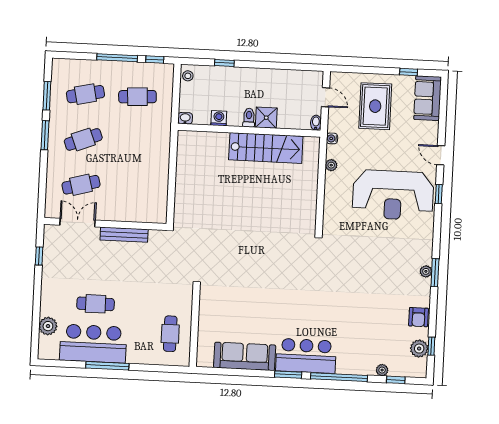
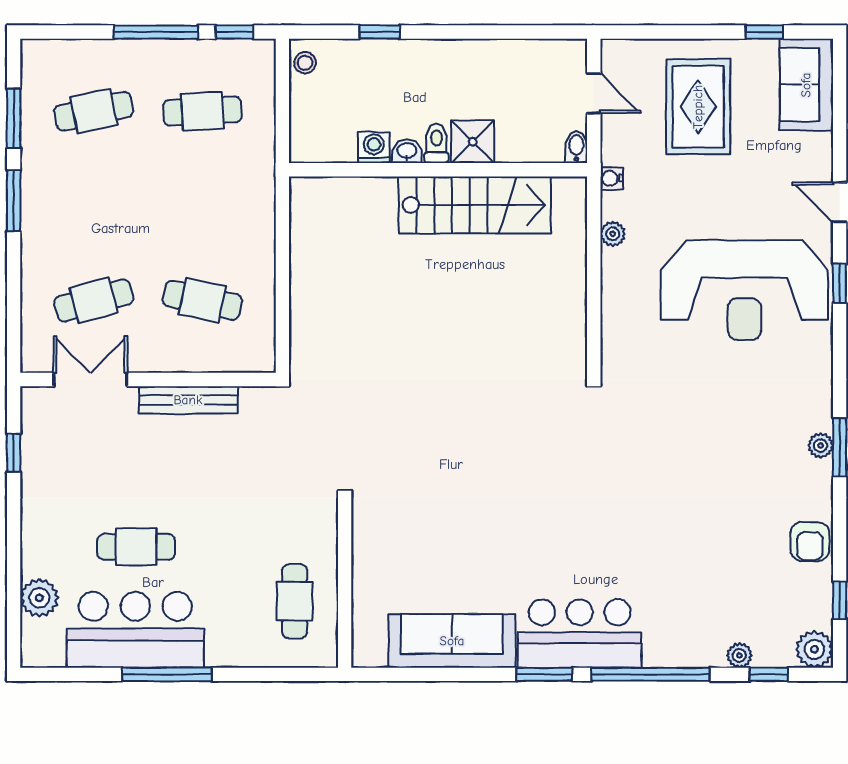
washbasin: (185, 118) -> (407, 151), moved
cafe table: (83, 139) -> (202, 300), moved, turned 33
plant: (419, 349) -> (814, 649), moved

